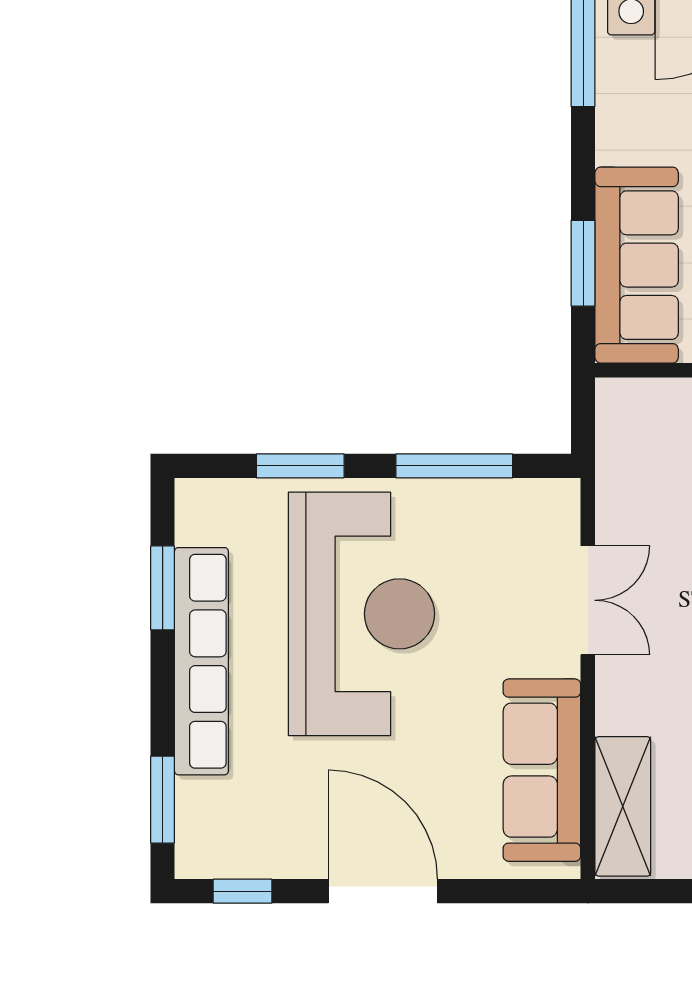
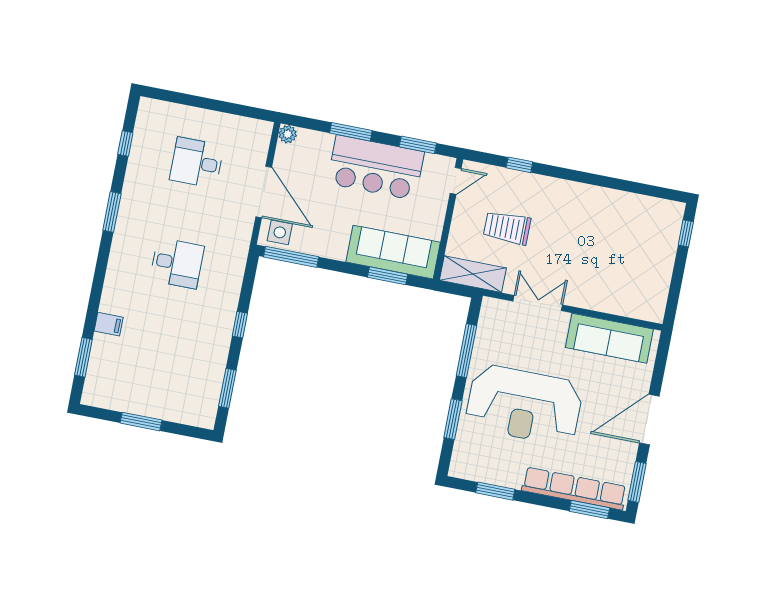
reception desk: (361, 614) -> (524, 405), turned 180
row of seats: (201, 661) -> (574, 489), moved
shelving: (623, 806) -> (473, 274), moved
window: (243, 891) -> (637, 482), width x1.50

